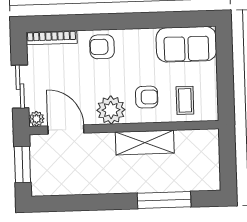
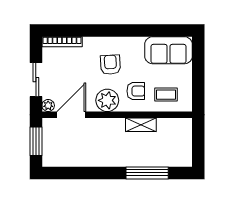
armchair: (102, 47) -> (110, 65), moved, turned 87
coffee table: (185, 100) -> (166, 95), turned 90
door: (66, 130) -> (71, 115), hinge flipped
shelving: (145, 143) -> (141, 125), width x0.67, depth x0.75

